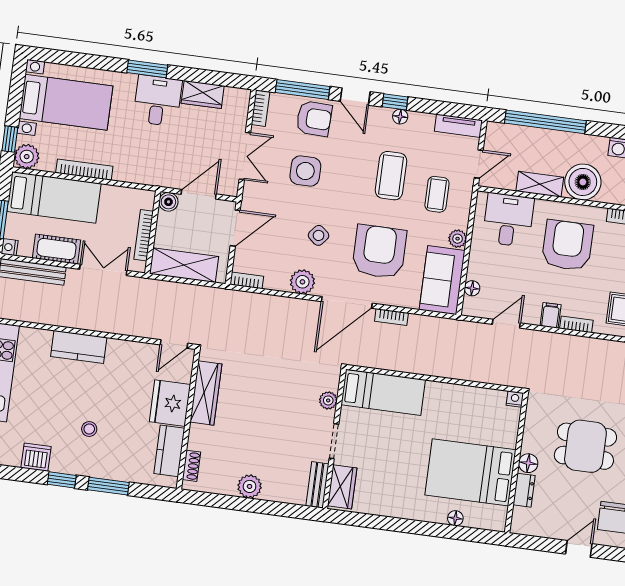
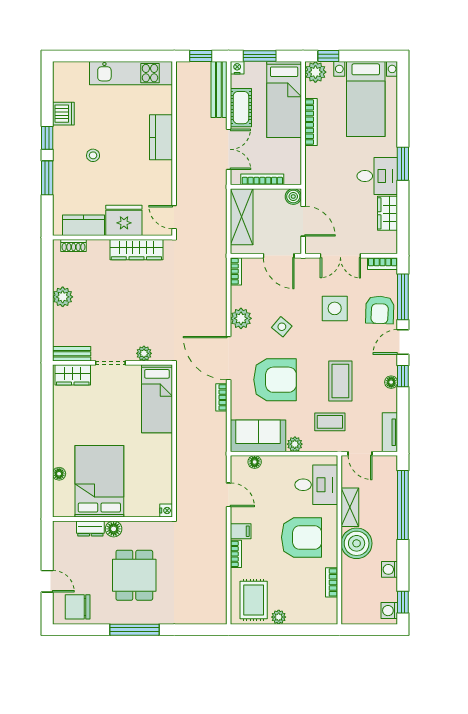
coffee table: (391, 176) -> (340, 381), turned 90

